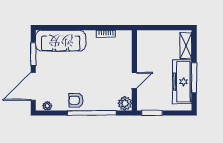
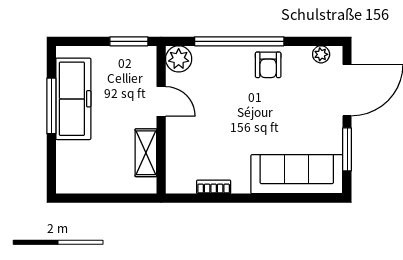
shelving: (186, 46) -> (146, 153), moved
door: (134, 80) -> (161, 101), swing flipped
armchair: (76, 100) -> (268, 65), turned 90

